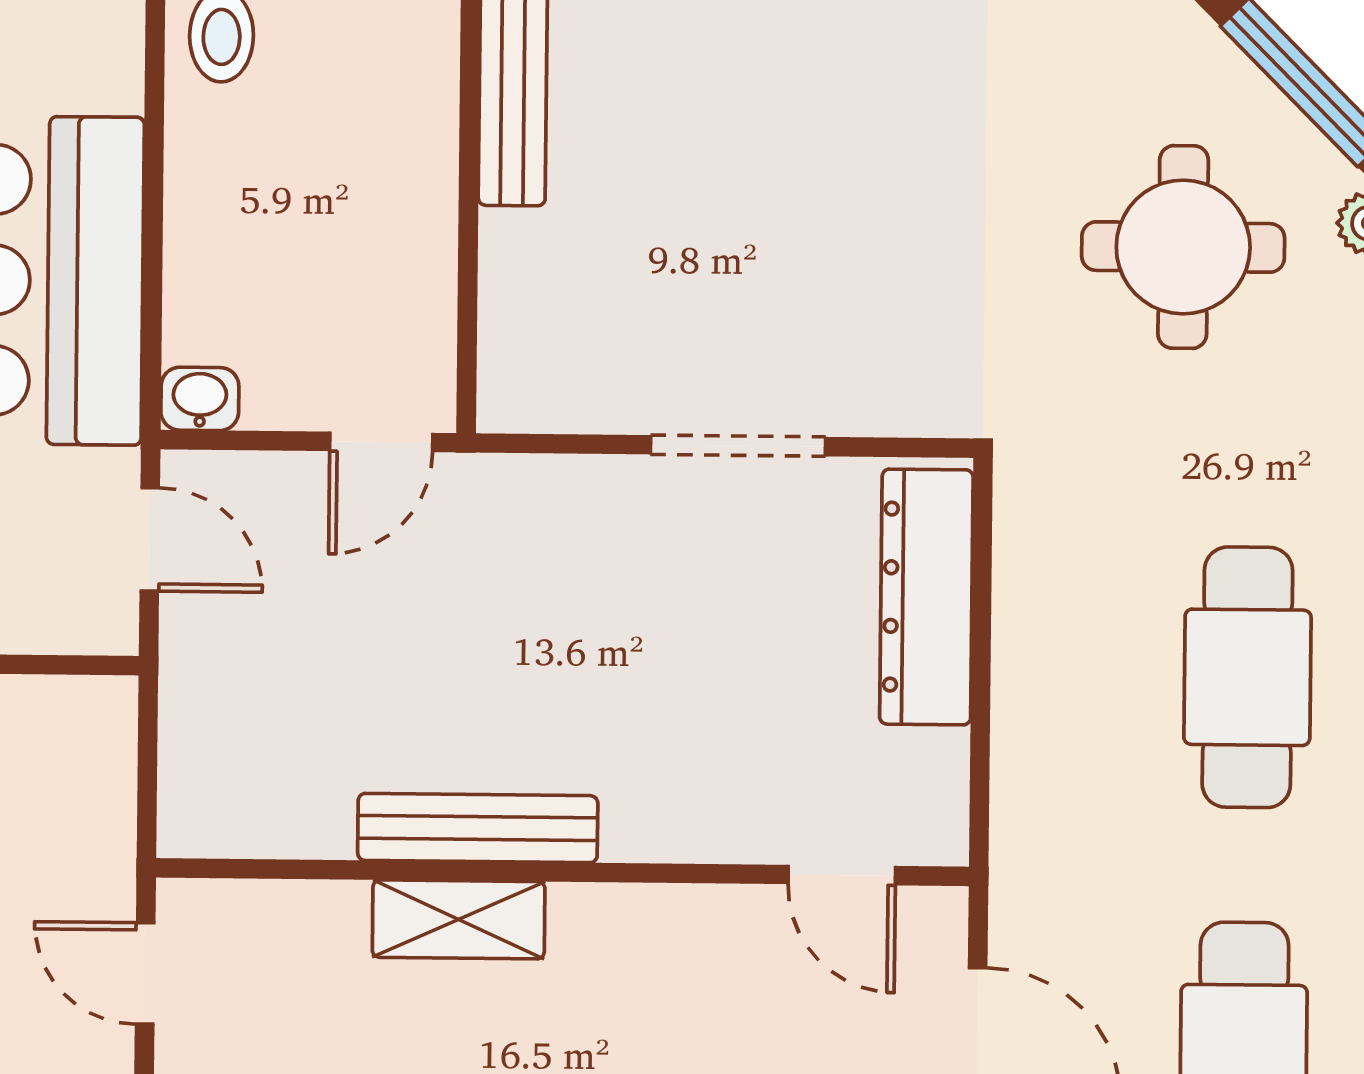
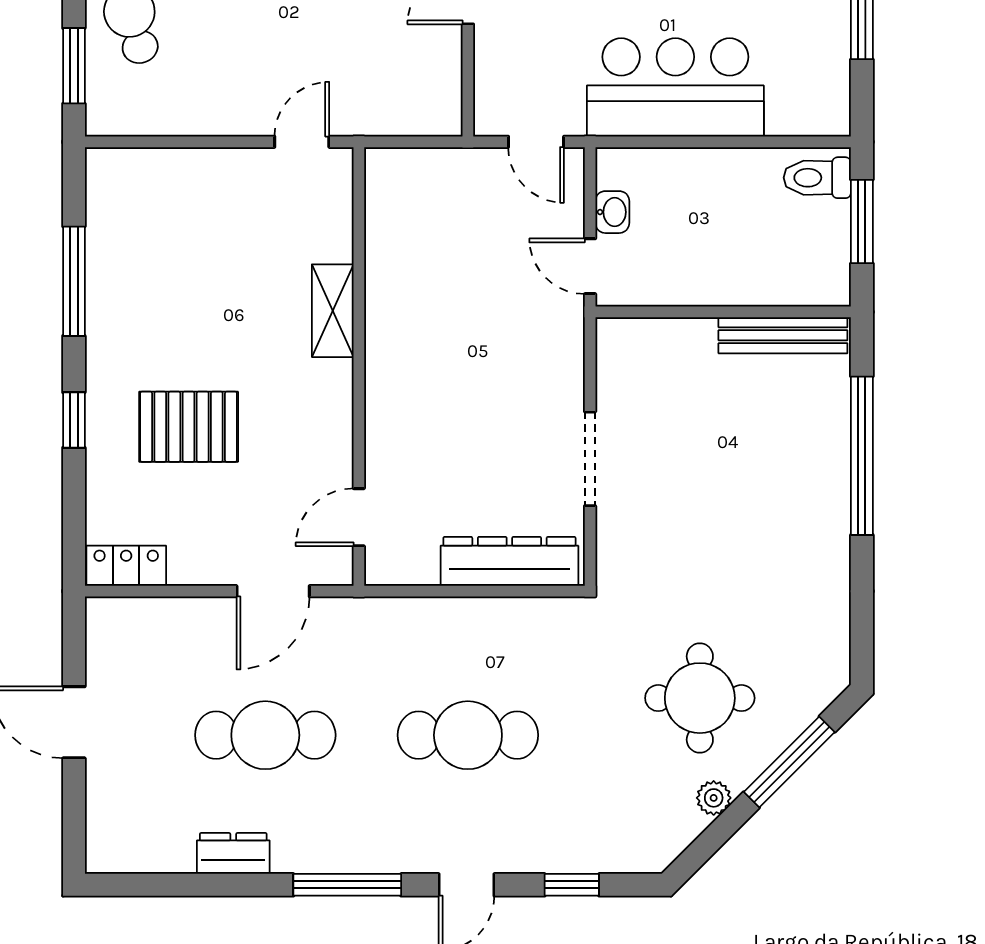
washbasin: (200, 399) -> (612, 212), moved
door: (150, 539) -> (536, 142), hinge flipped
bench: (478, 828) -> (382, 320), removed

